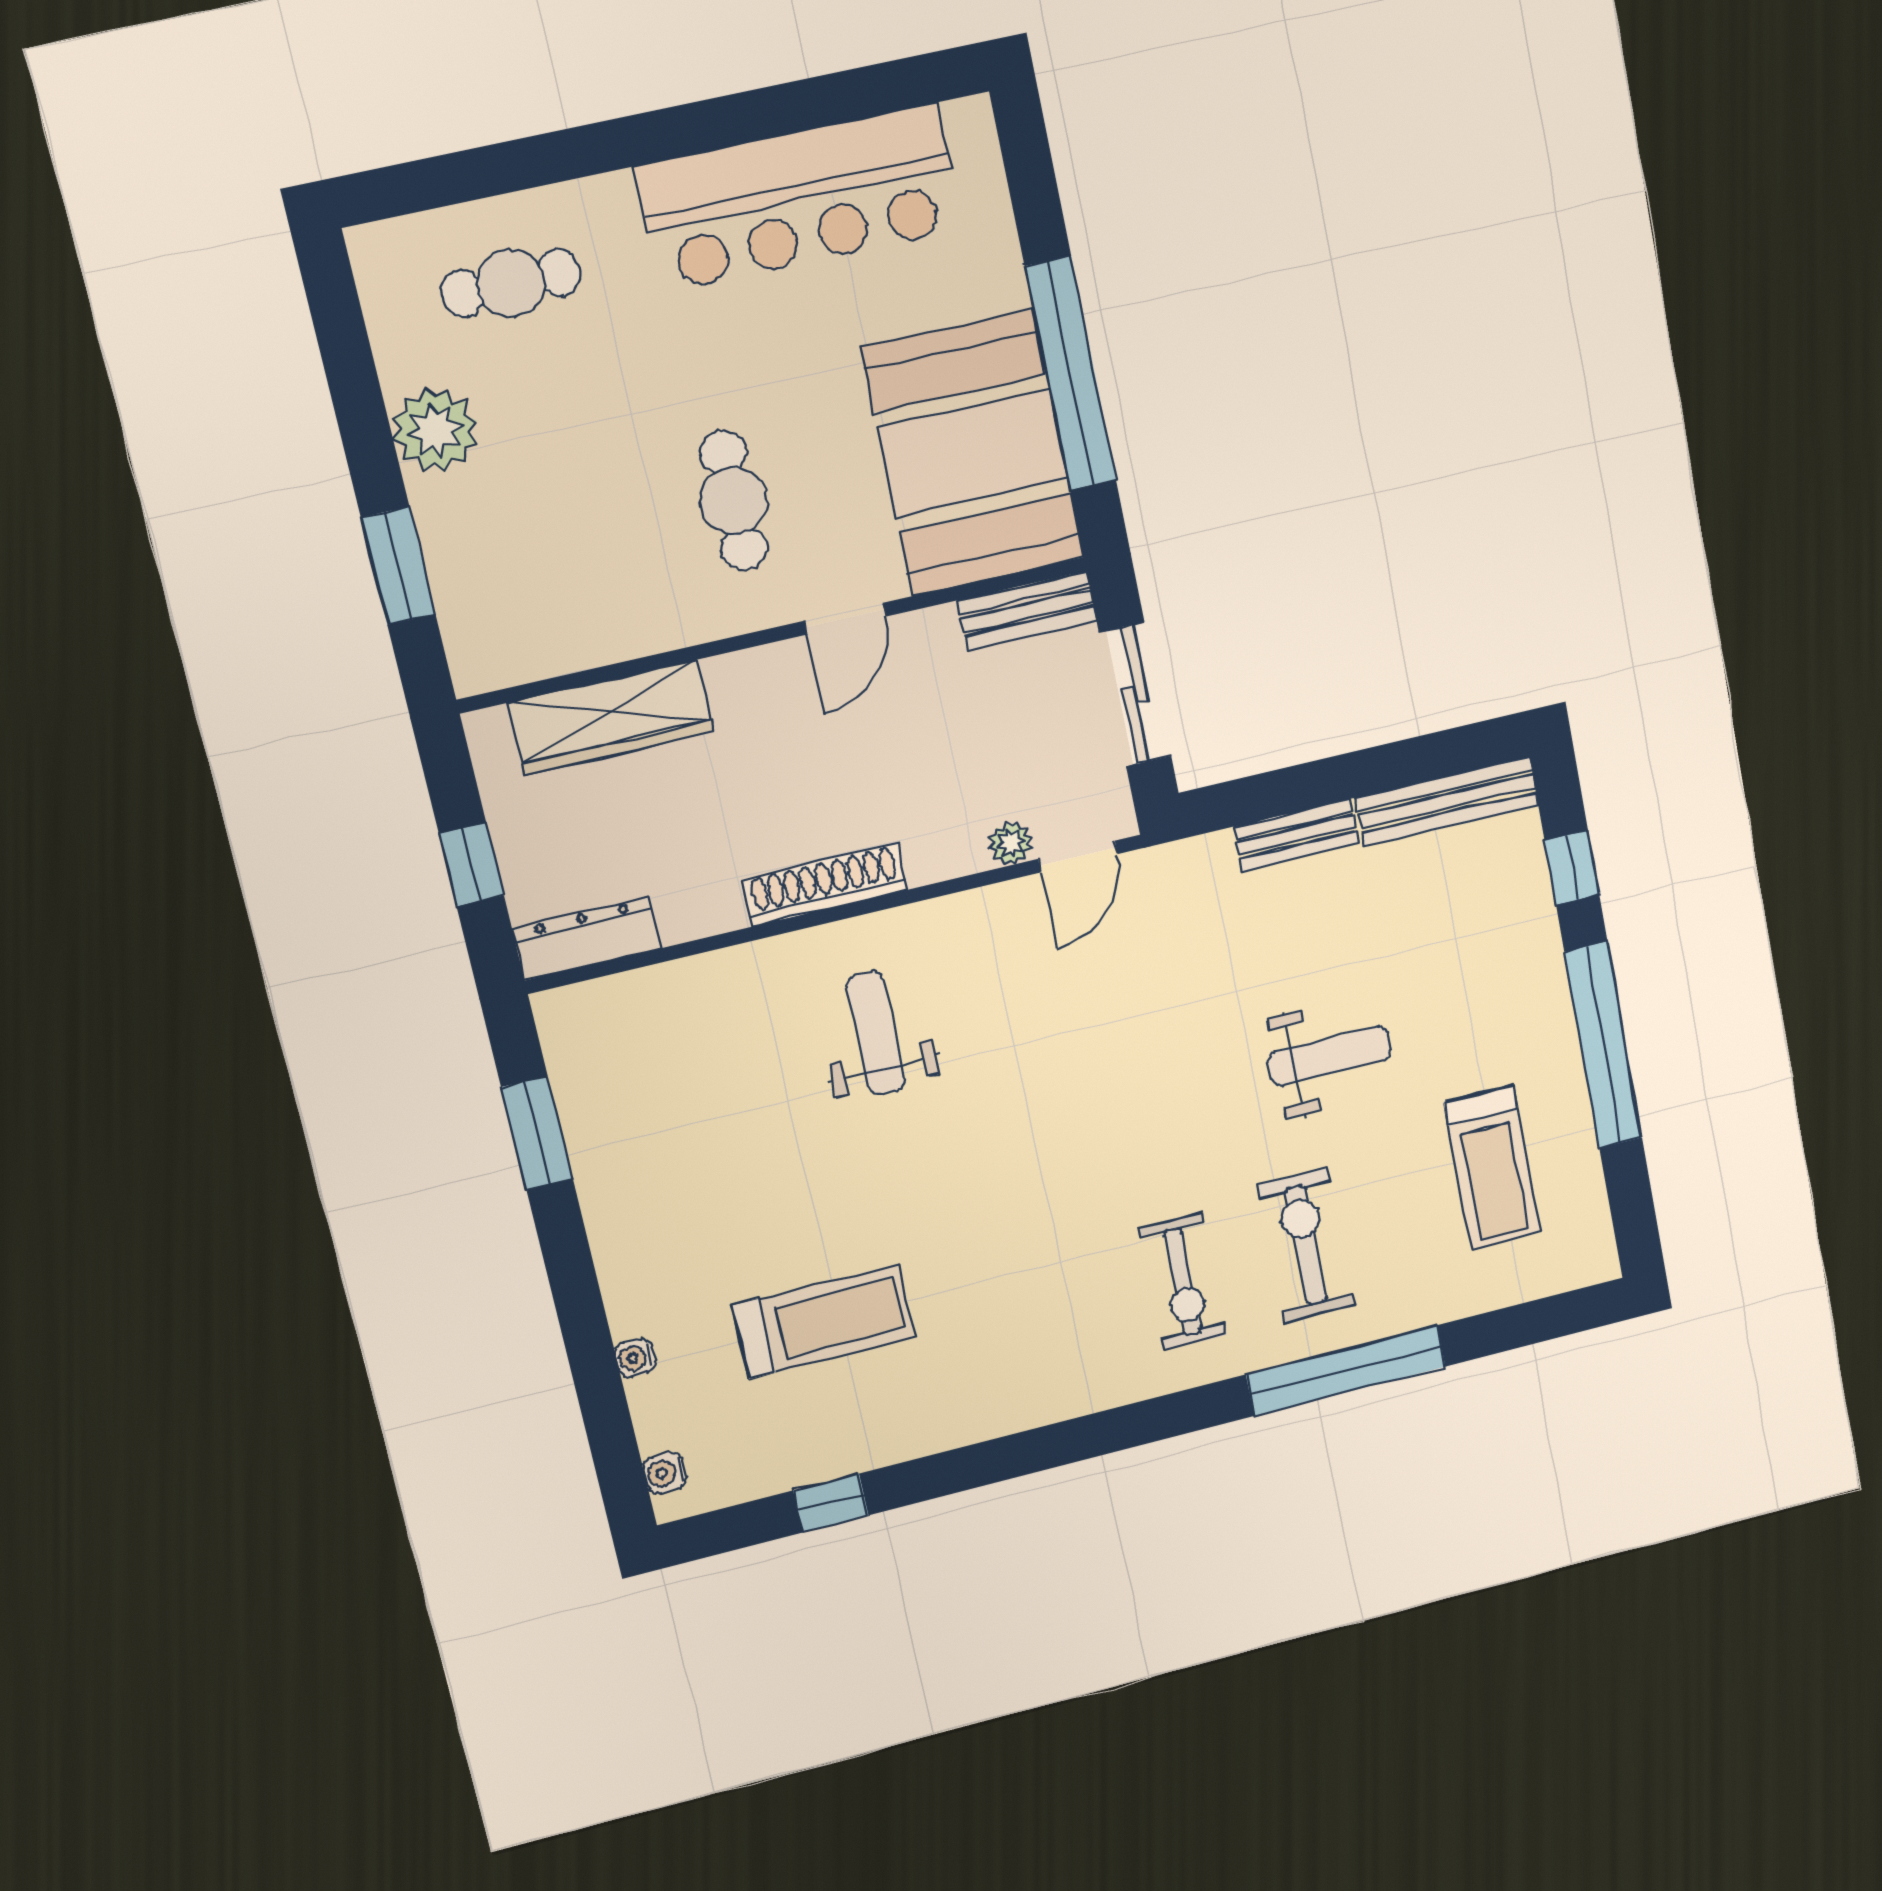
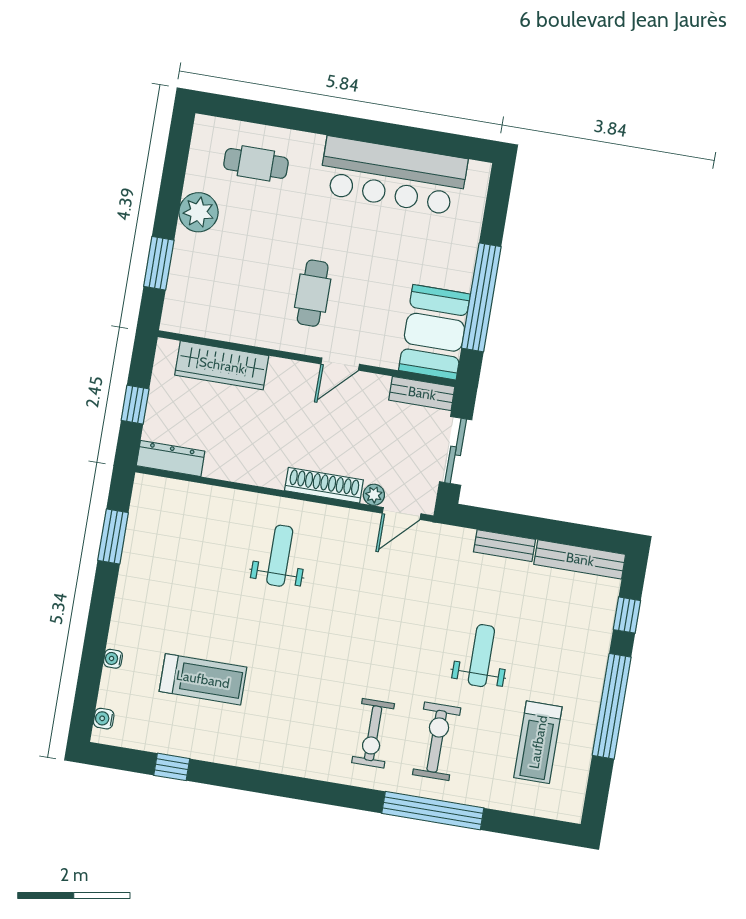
booth: (973, 453) -> (434, 332), width x0.73, depth x0.70
shoe rack: (825, 885) -> (324, 485), moved
weight bench: (1330, 1056) -> (481, 656), turned -90

